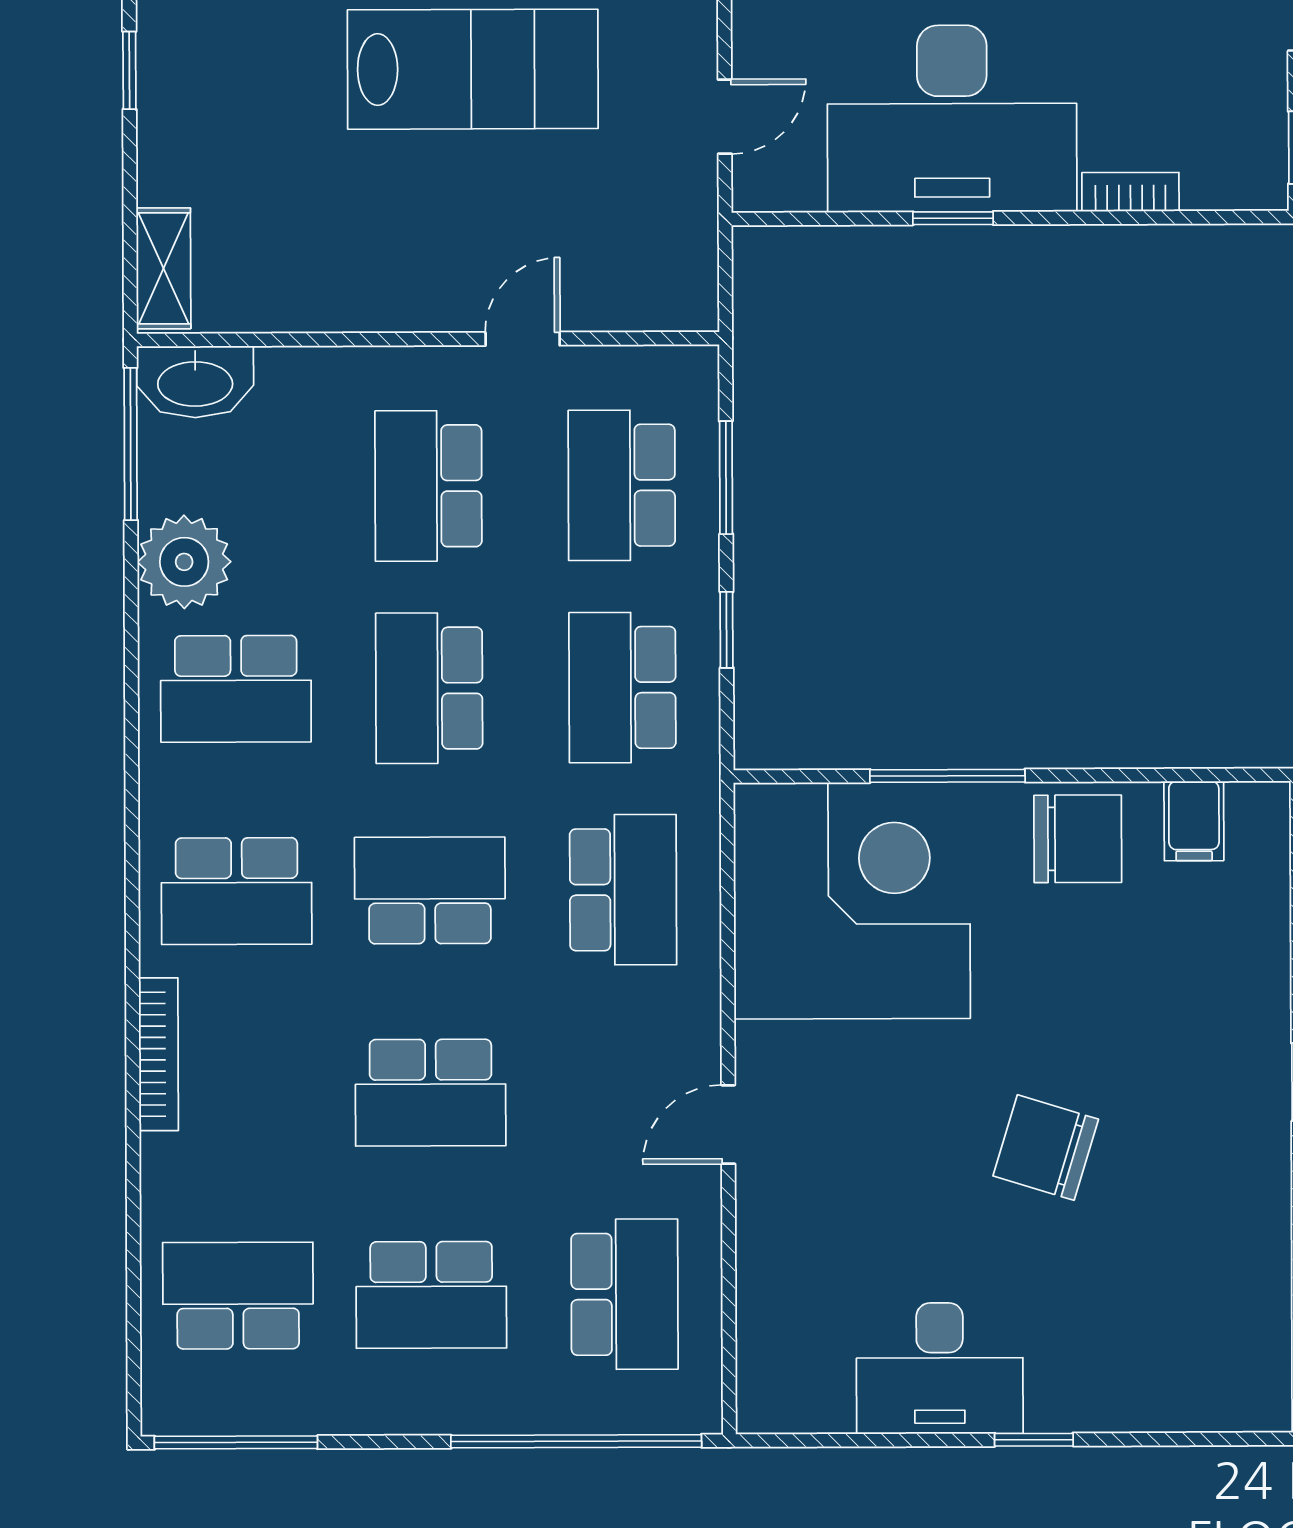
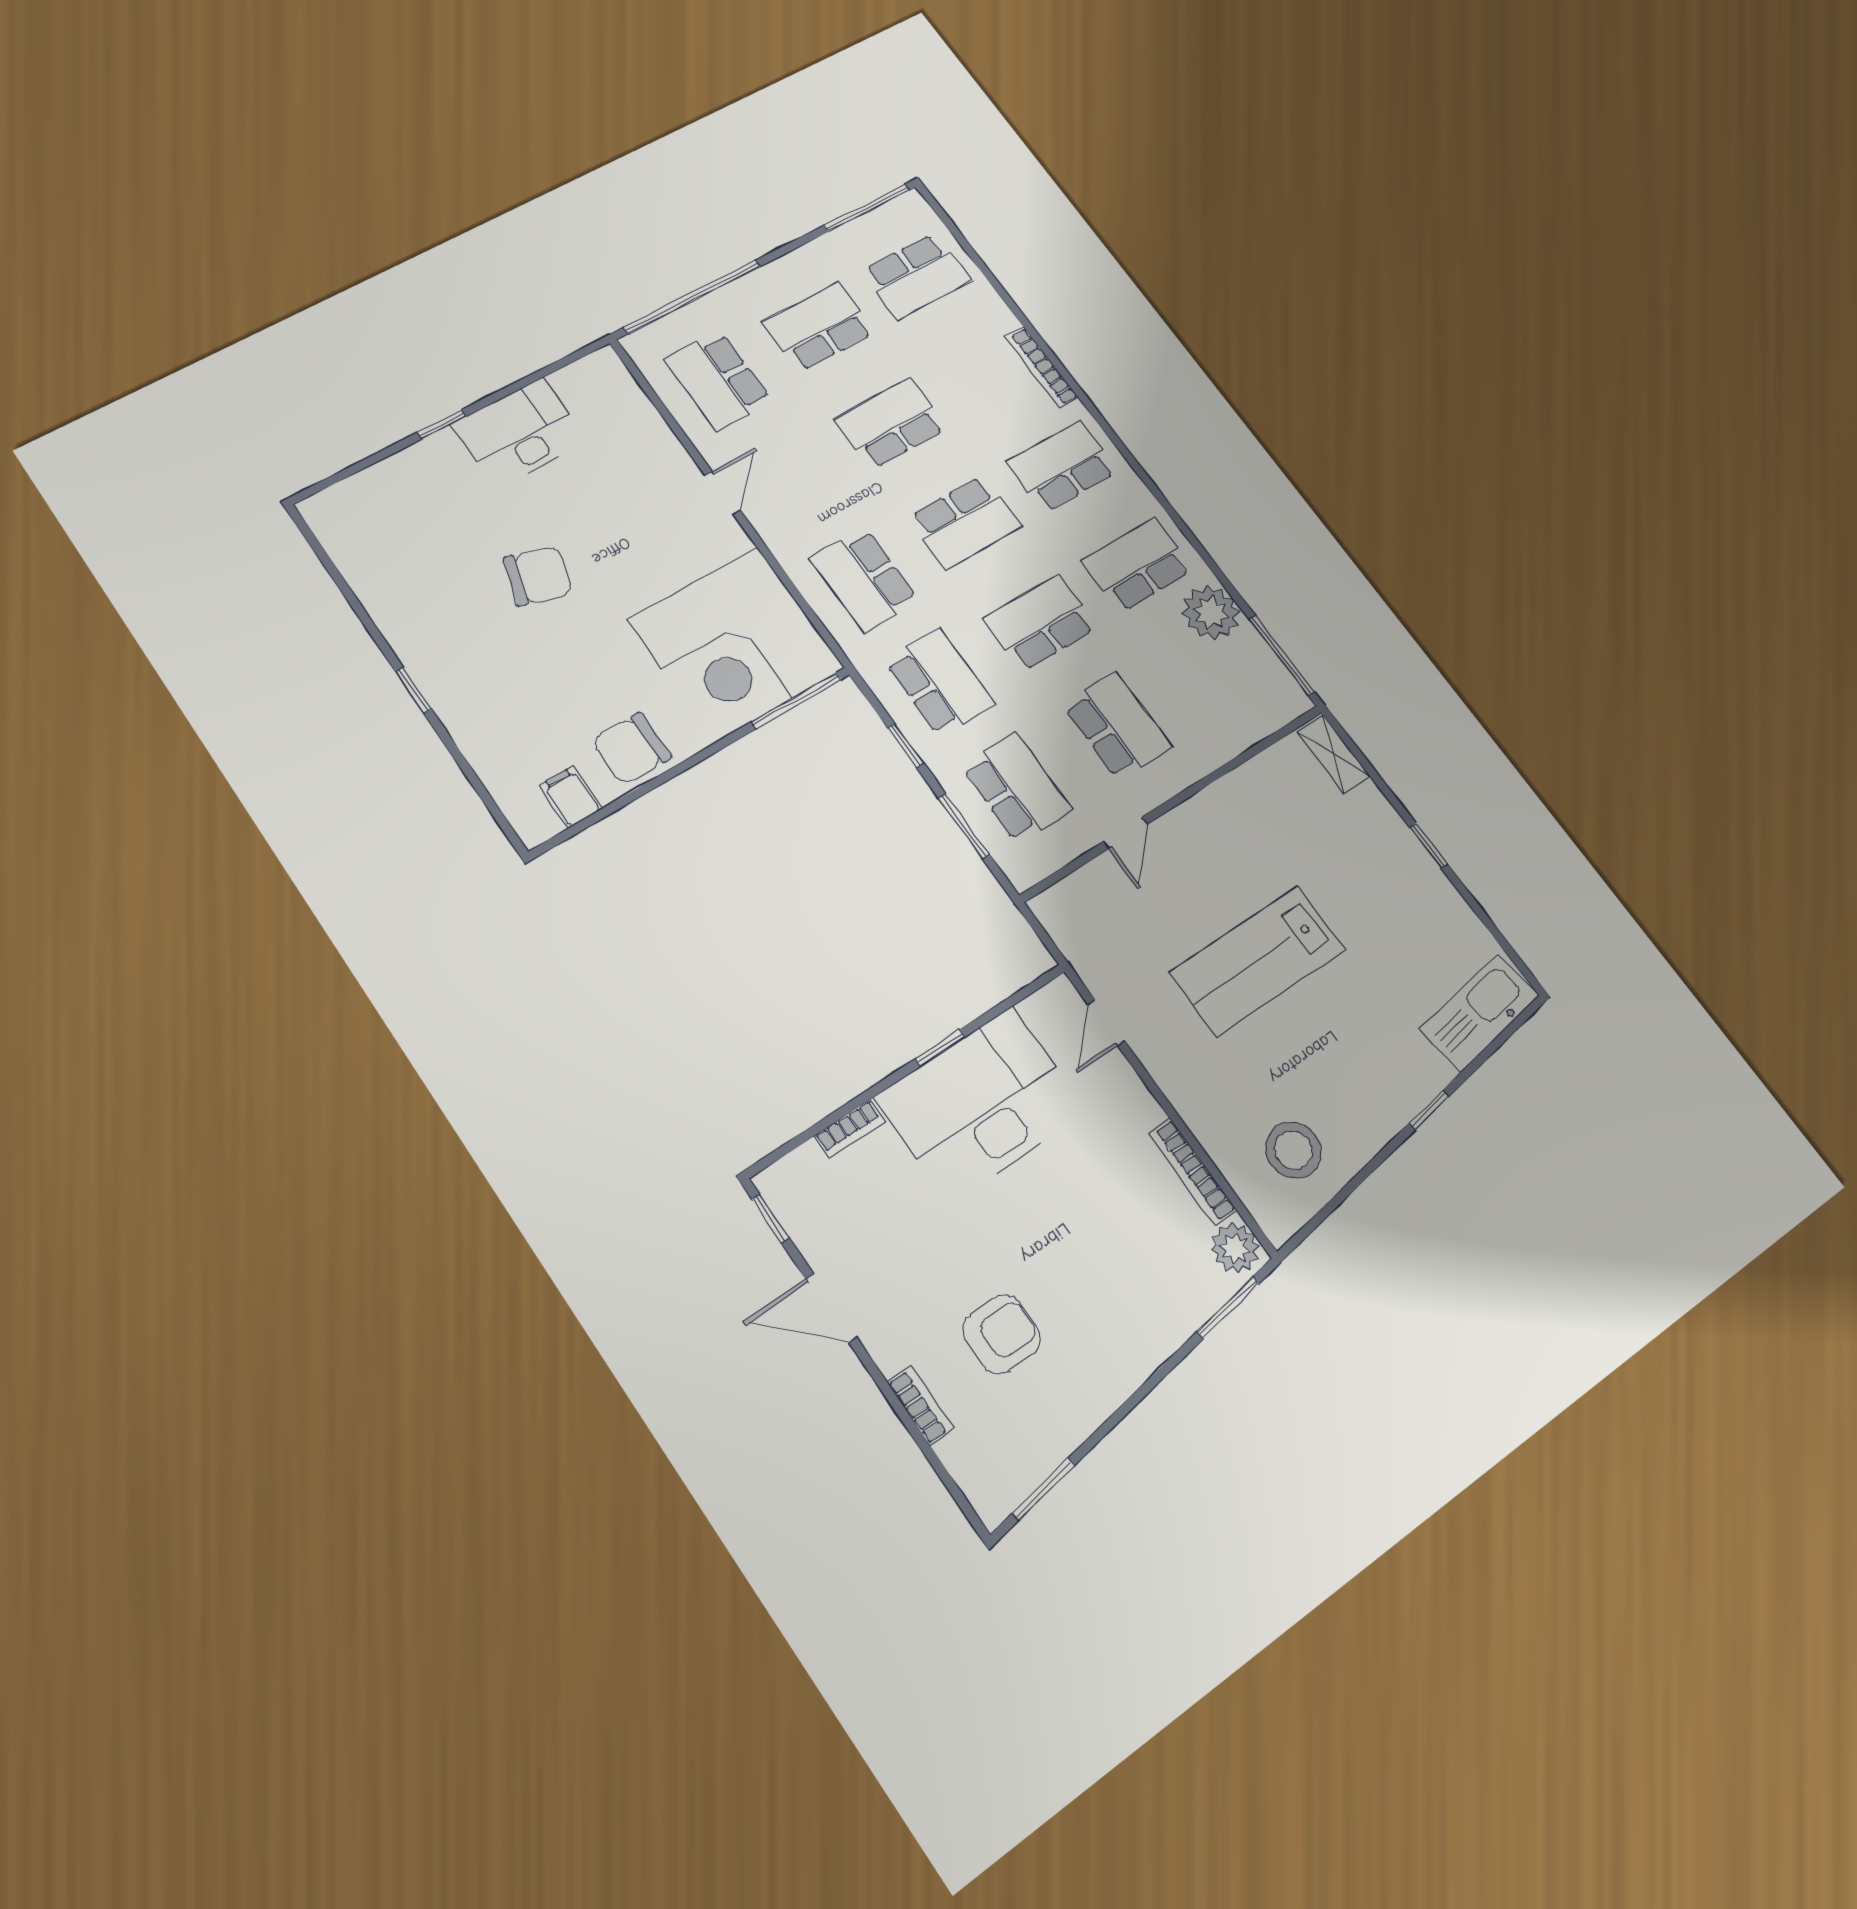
washbasin: (195, 382) -> (1274, 706), removed
school desk: (429, 688) -> (1040, 623), turned -90
window: (947, 776) -> (796, 700), moved

